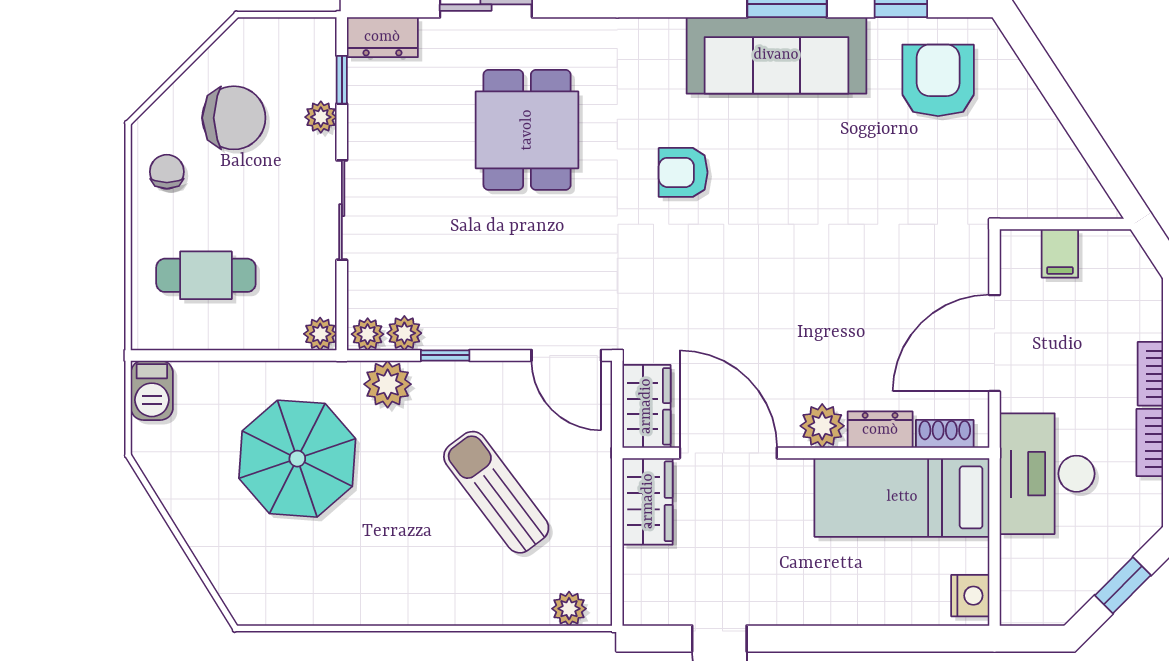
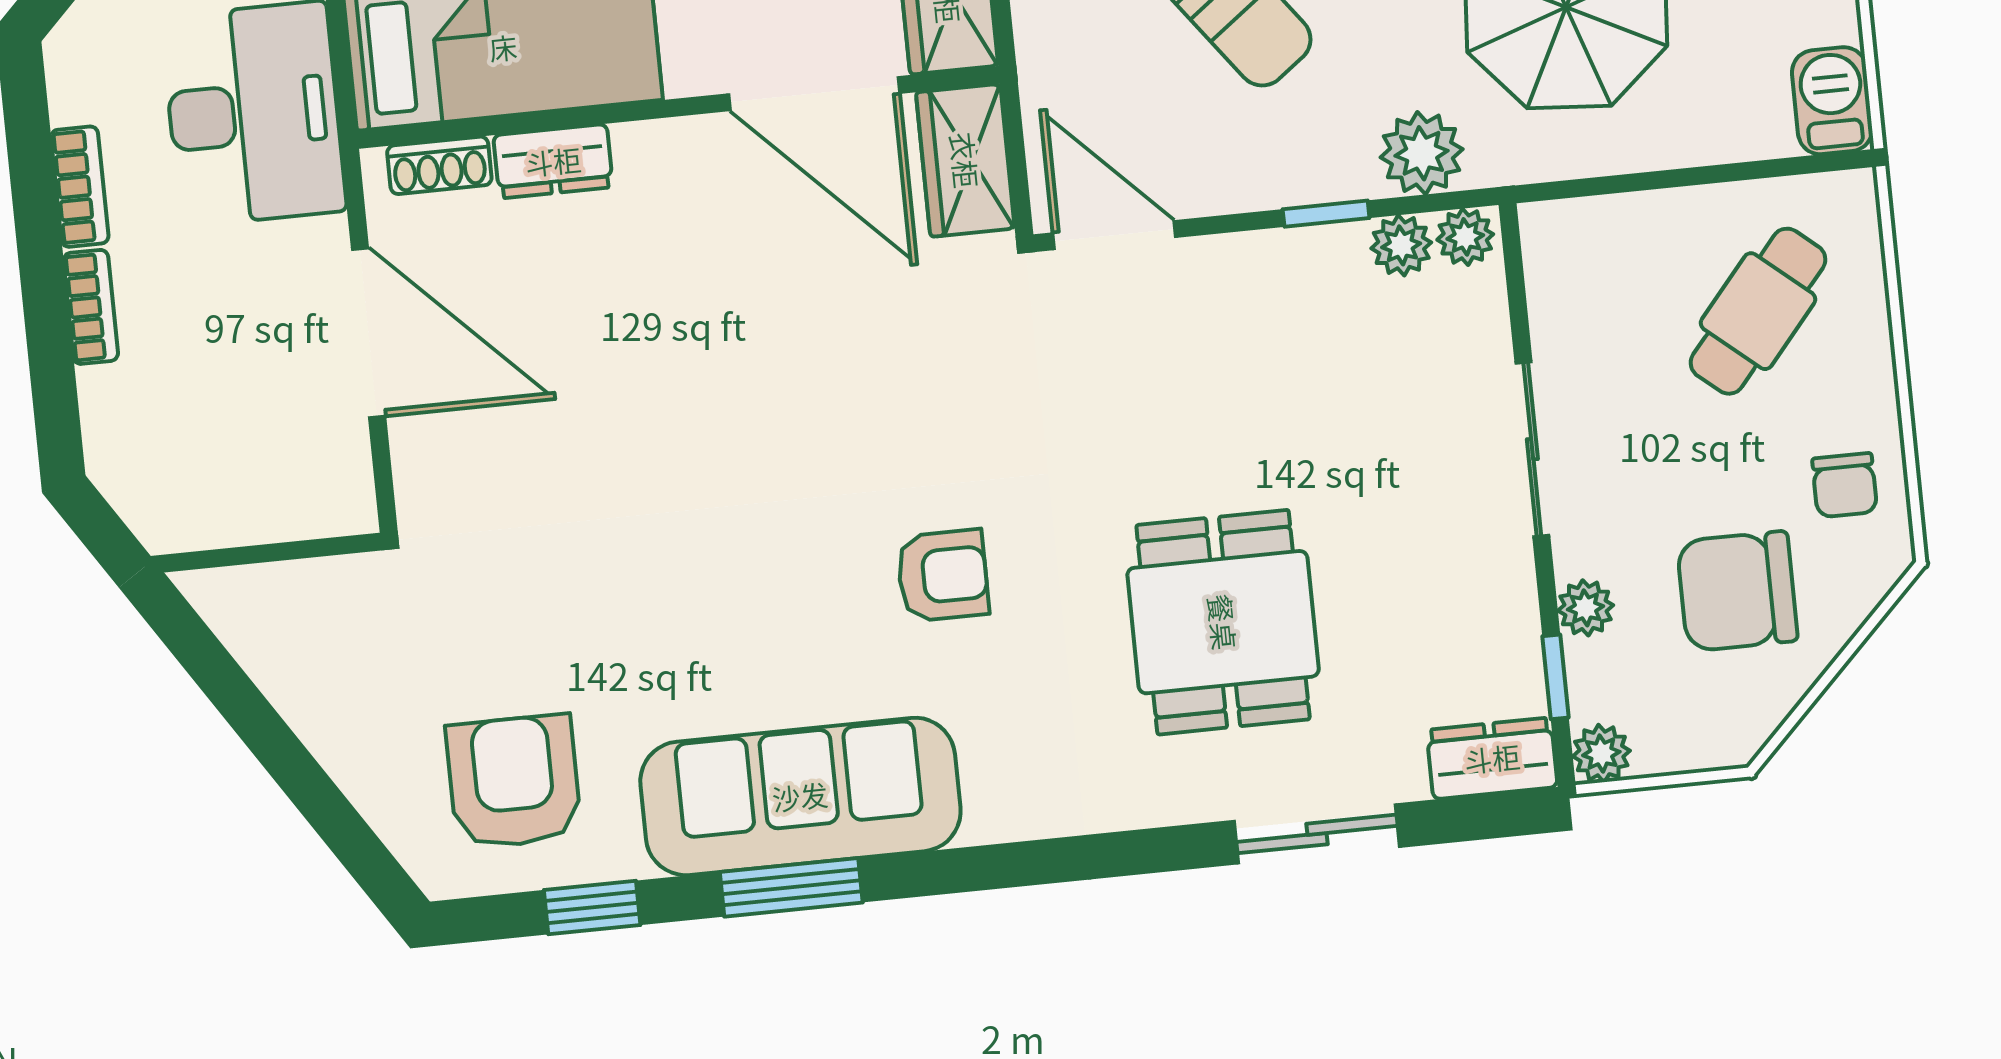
armchair: (938, 80) -> (514, 782), turned 180
filing cabinet: (1060, 253) -> (270, 501), removed
cafe table: (206, 275) -> (1758, 311), turned -50
plant: (320, 334) -> (1601, 753), moved
door: (995, 343) -> (369, 333), hinge flipped
plant: (822, 426) -> (655, 158), removed

